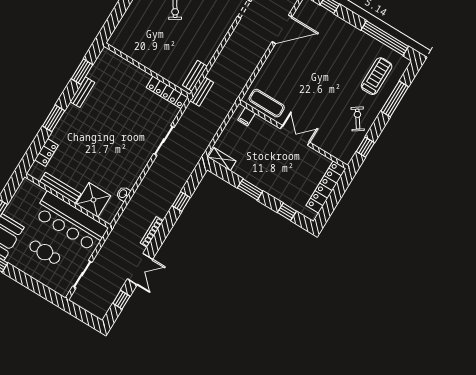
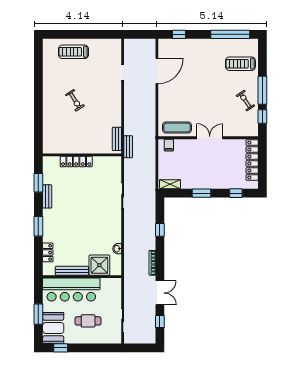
treadmill: (377, 76) -> (240, 64), turned -90
locker: (167, 92) -> (76, 162), moved
window: (395, 99) -> (262, 90), moved
bar counter: (70, 222) -> (71, 289), moved

